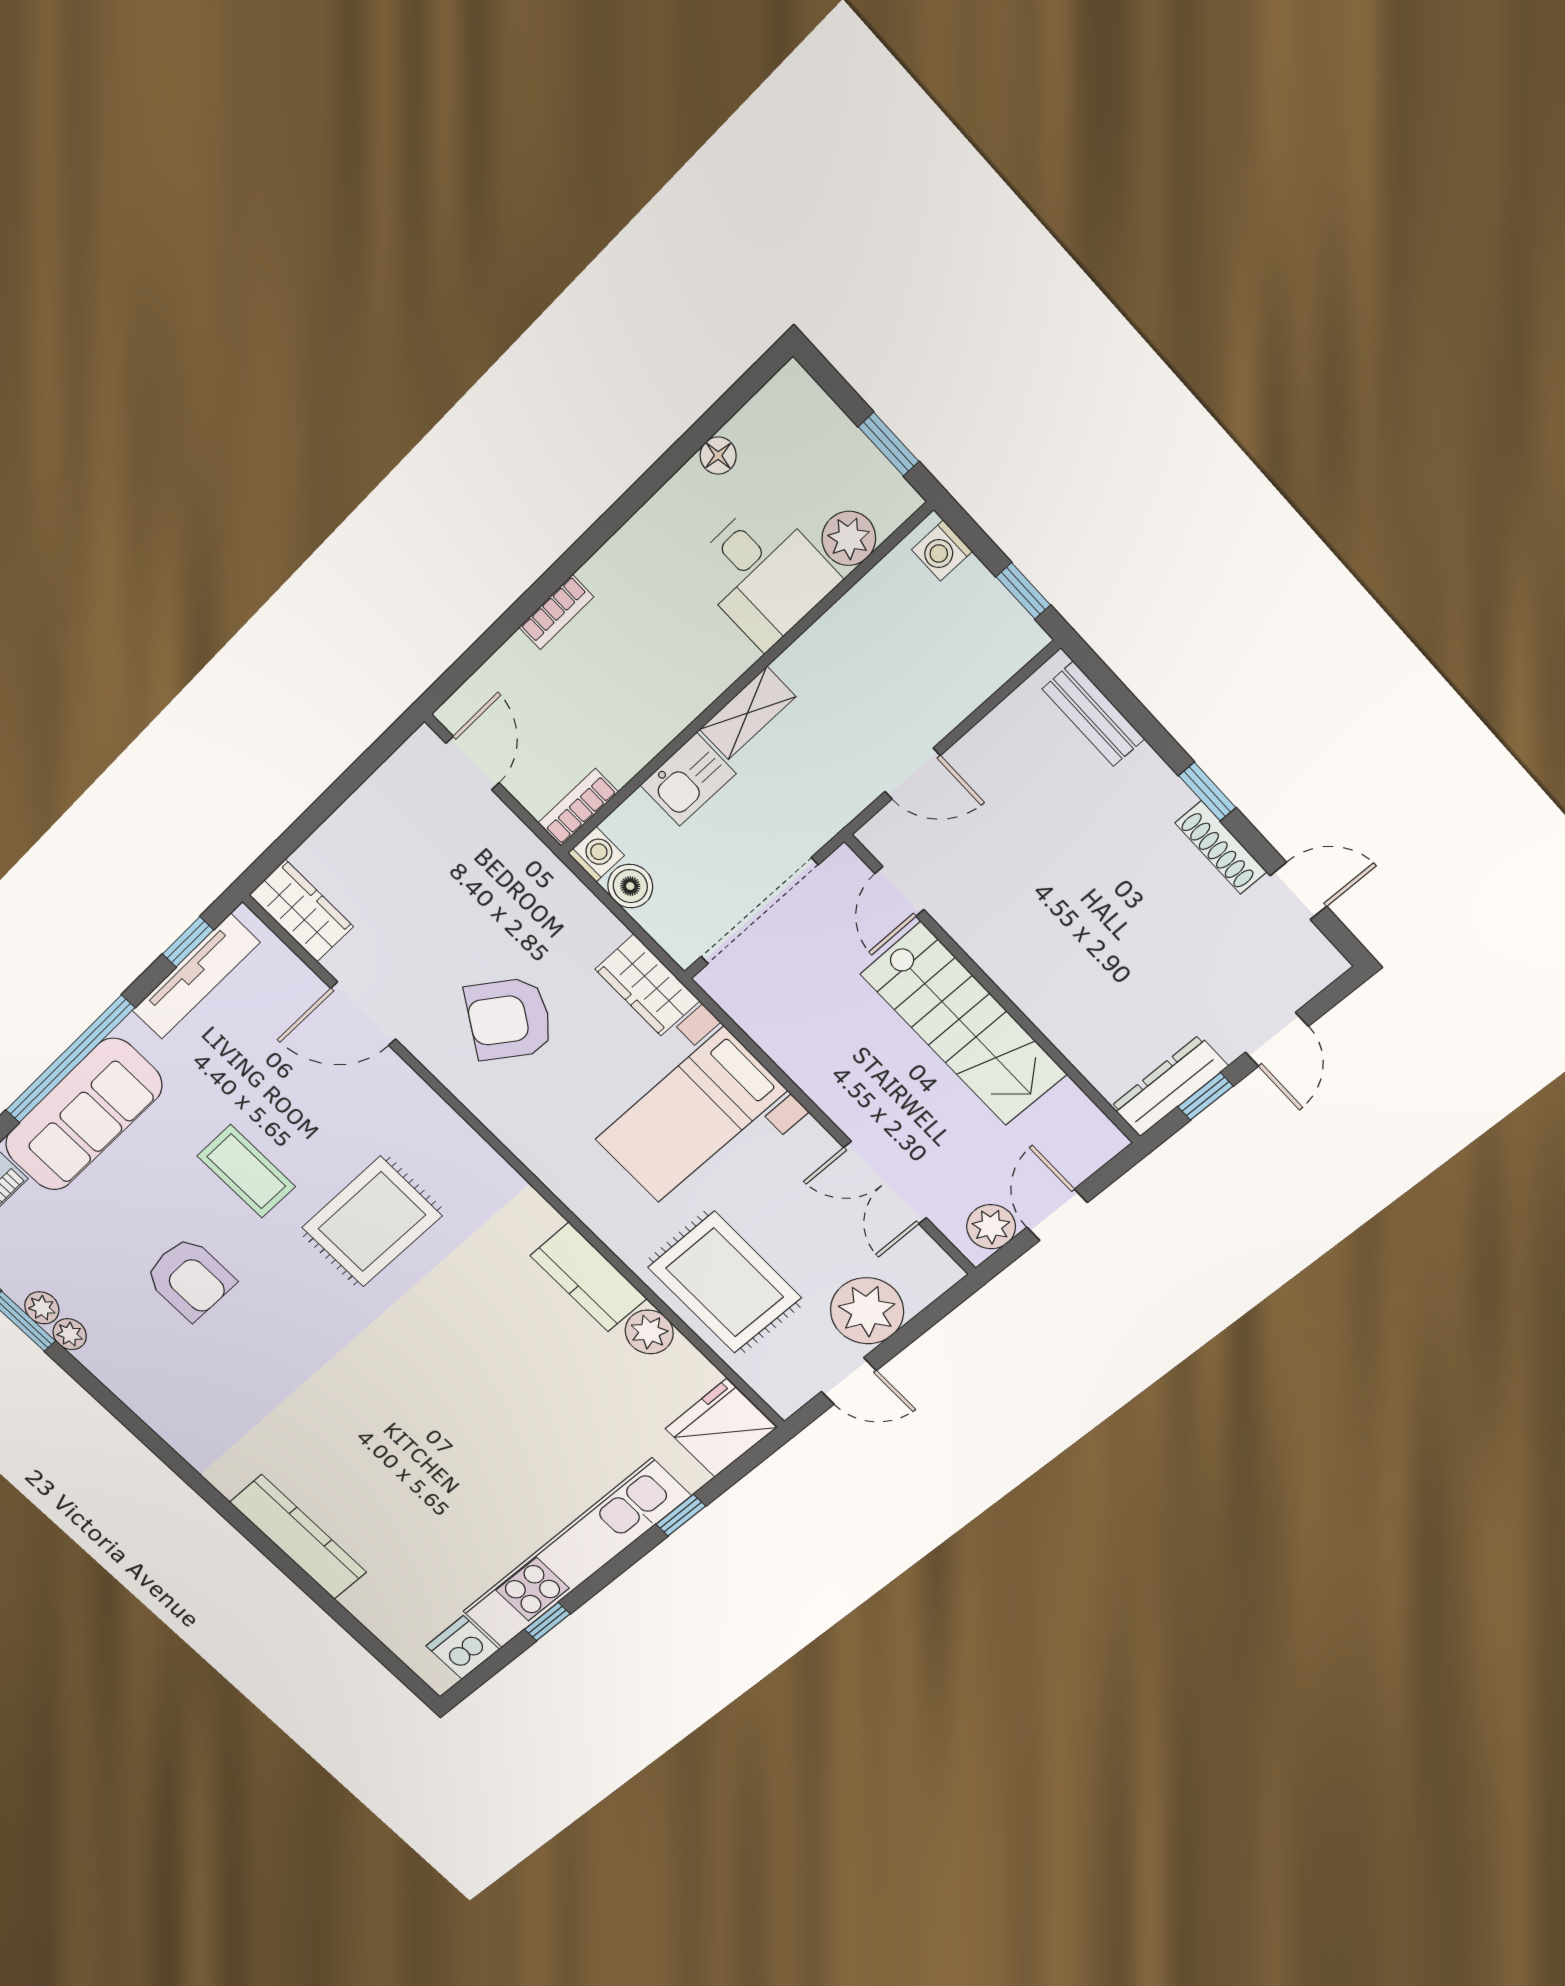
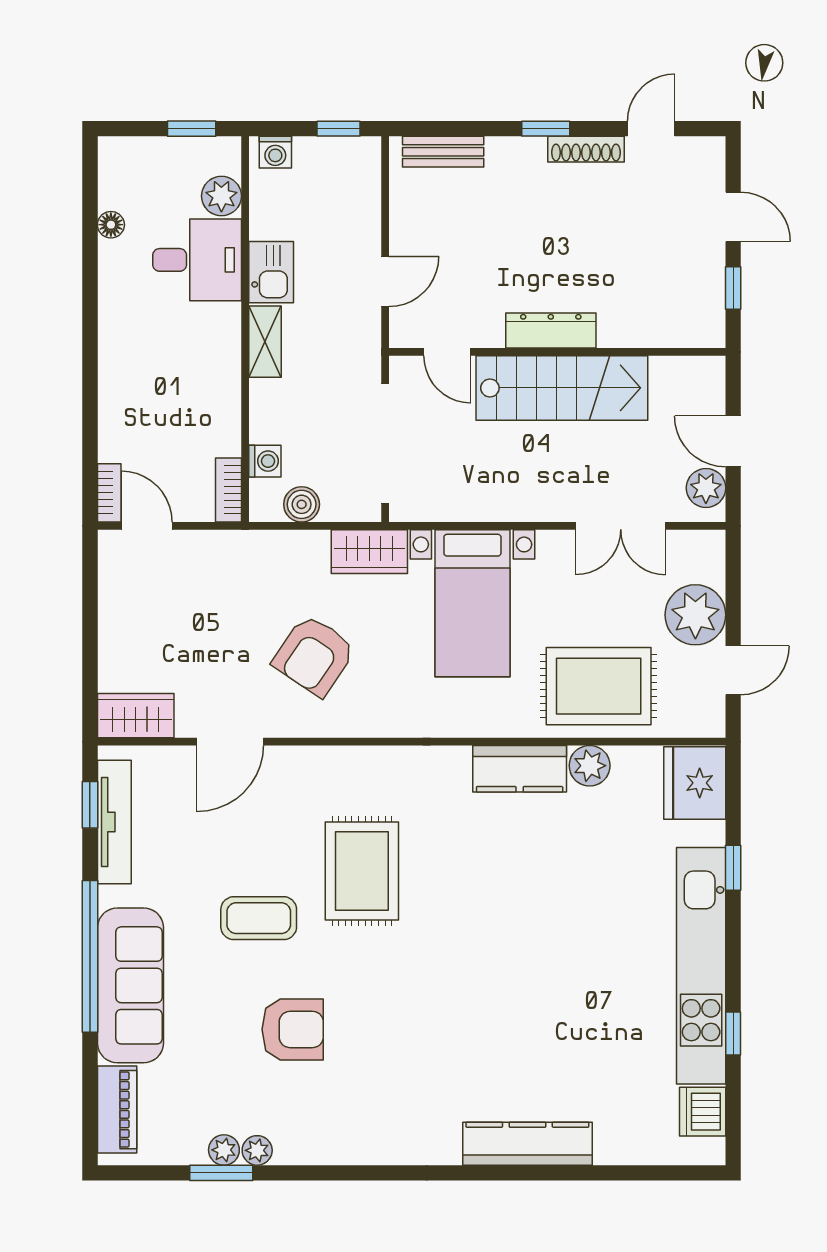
bookcase: (556, 612) -> (109, 493), moved
kitchen sink: (688, 779) -> (271, 272), moved
washing machine: (596, 854) -> (265, 461), moved, turned 90
dresser: (1169, 1086) -> (551, 331), moved, turned 90

